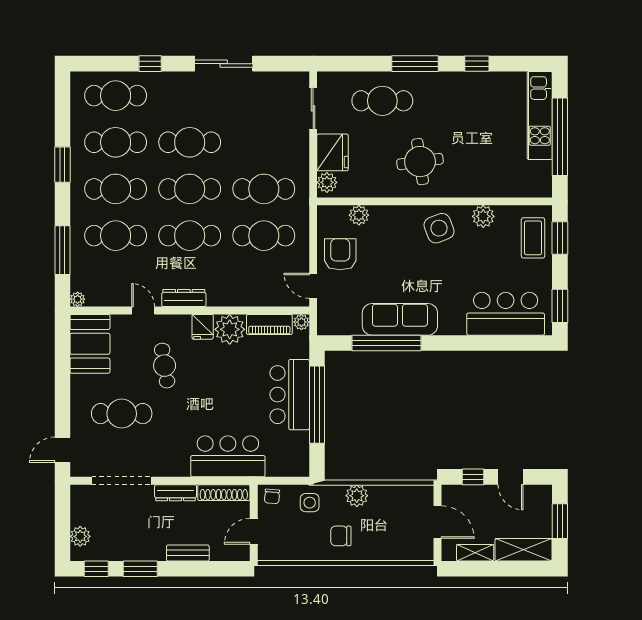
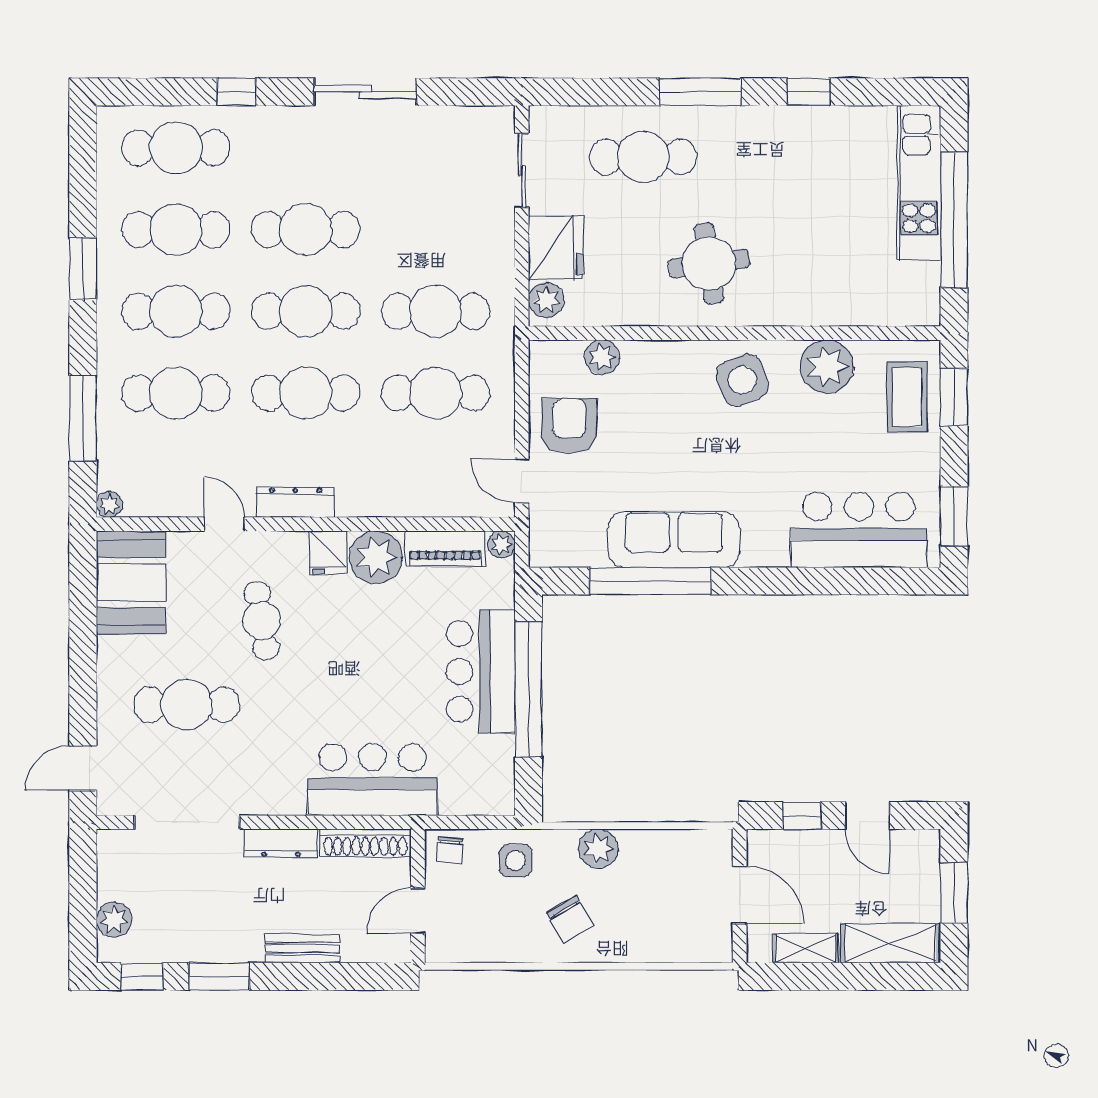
plant: (483, 216) -> (827, 367), width x1.36, depth x1.36
chair: (341, 536) -> (570, 919), turned -120

